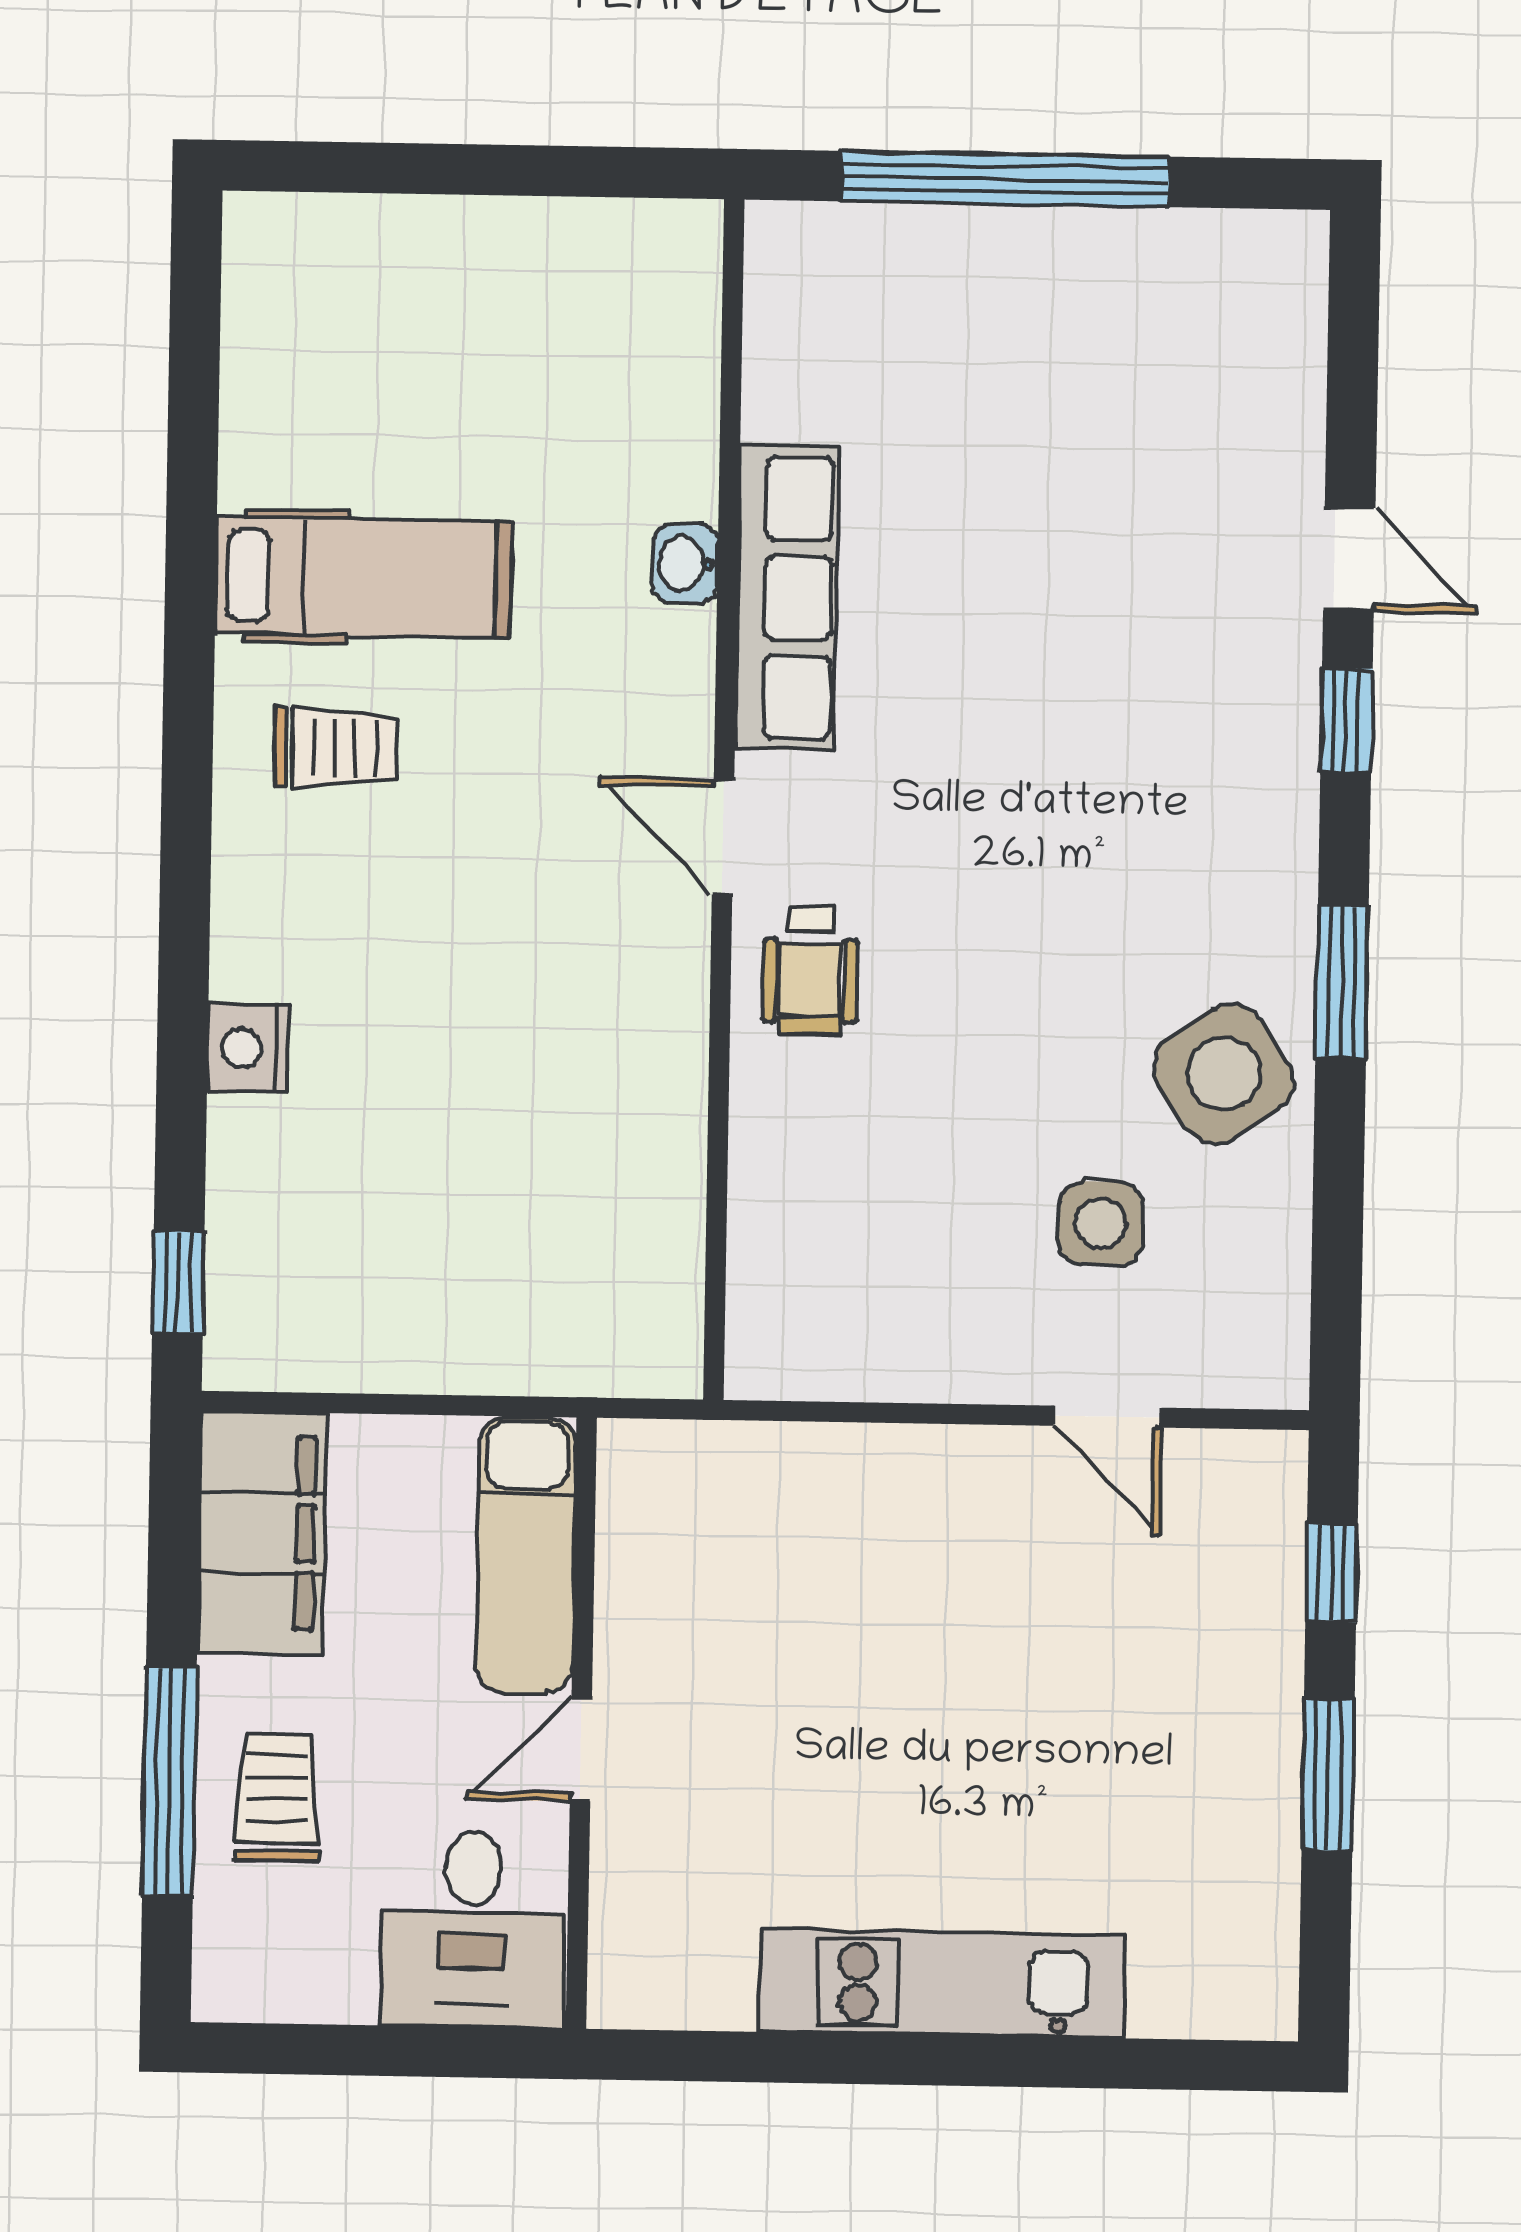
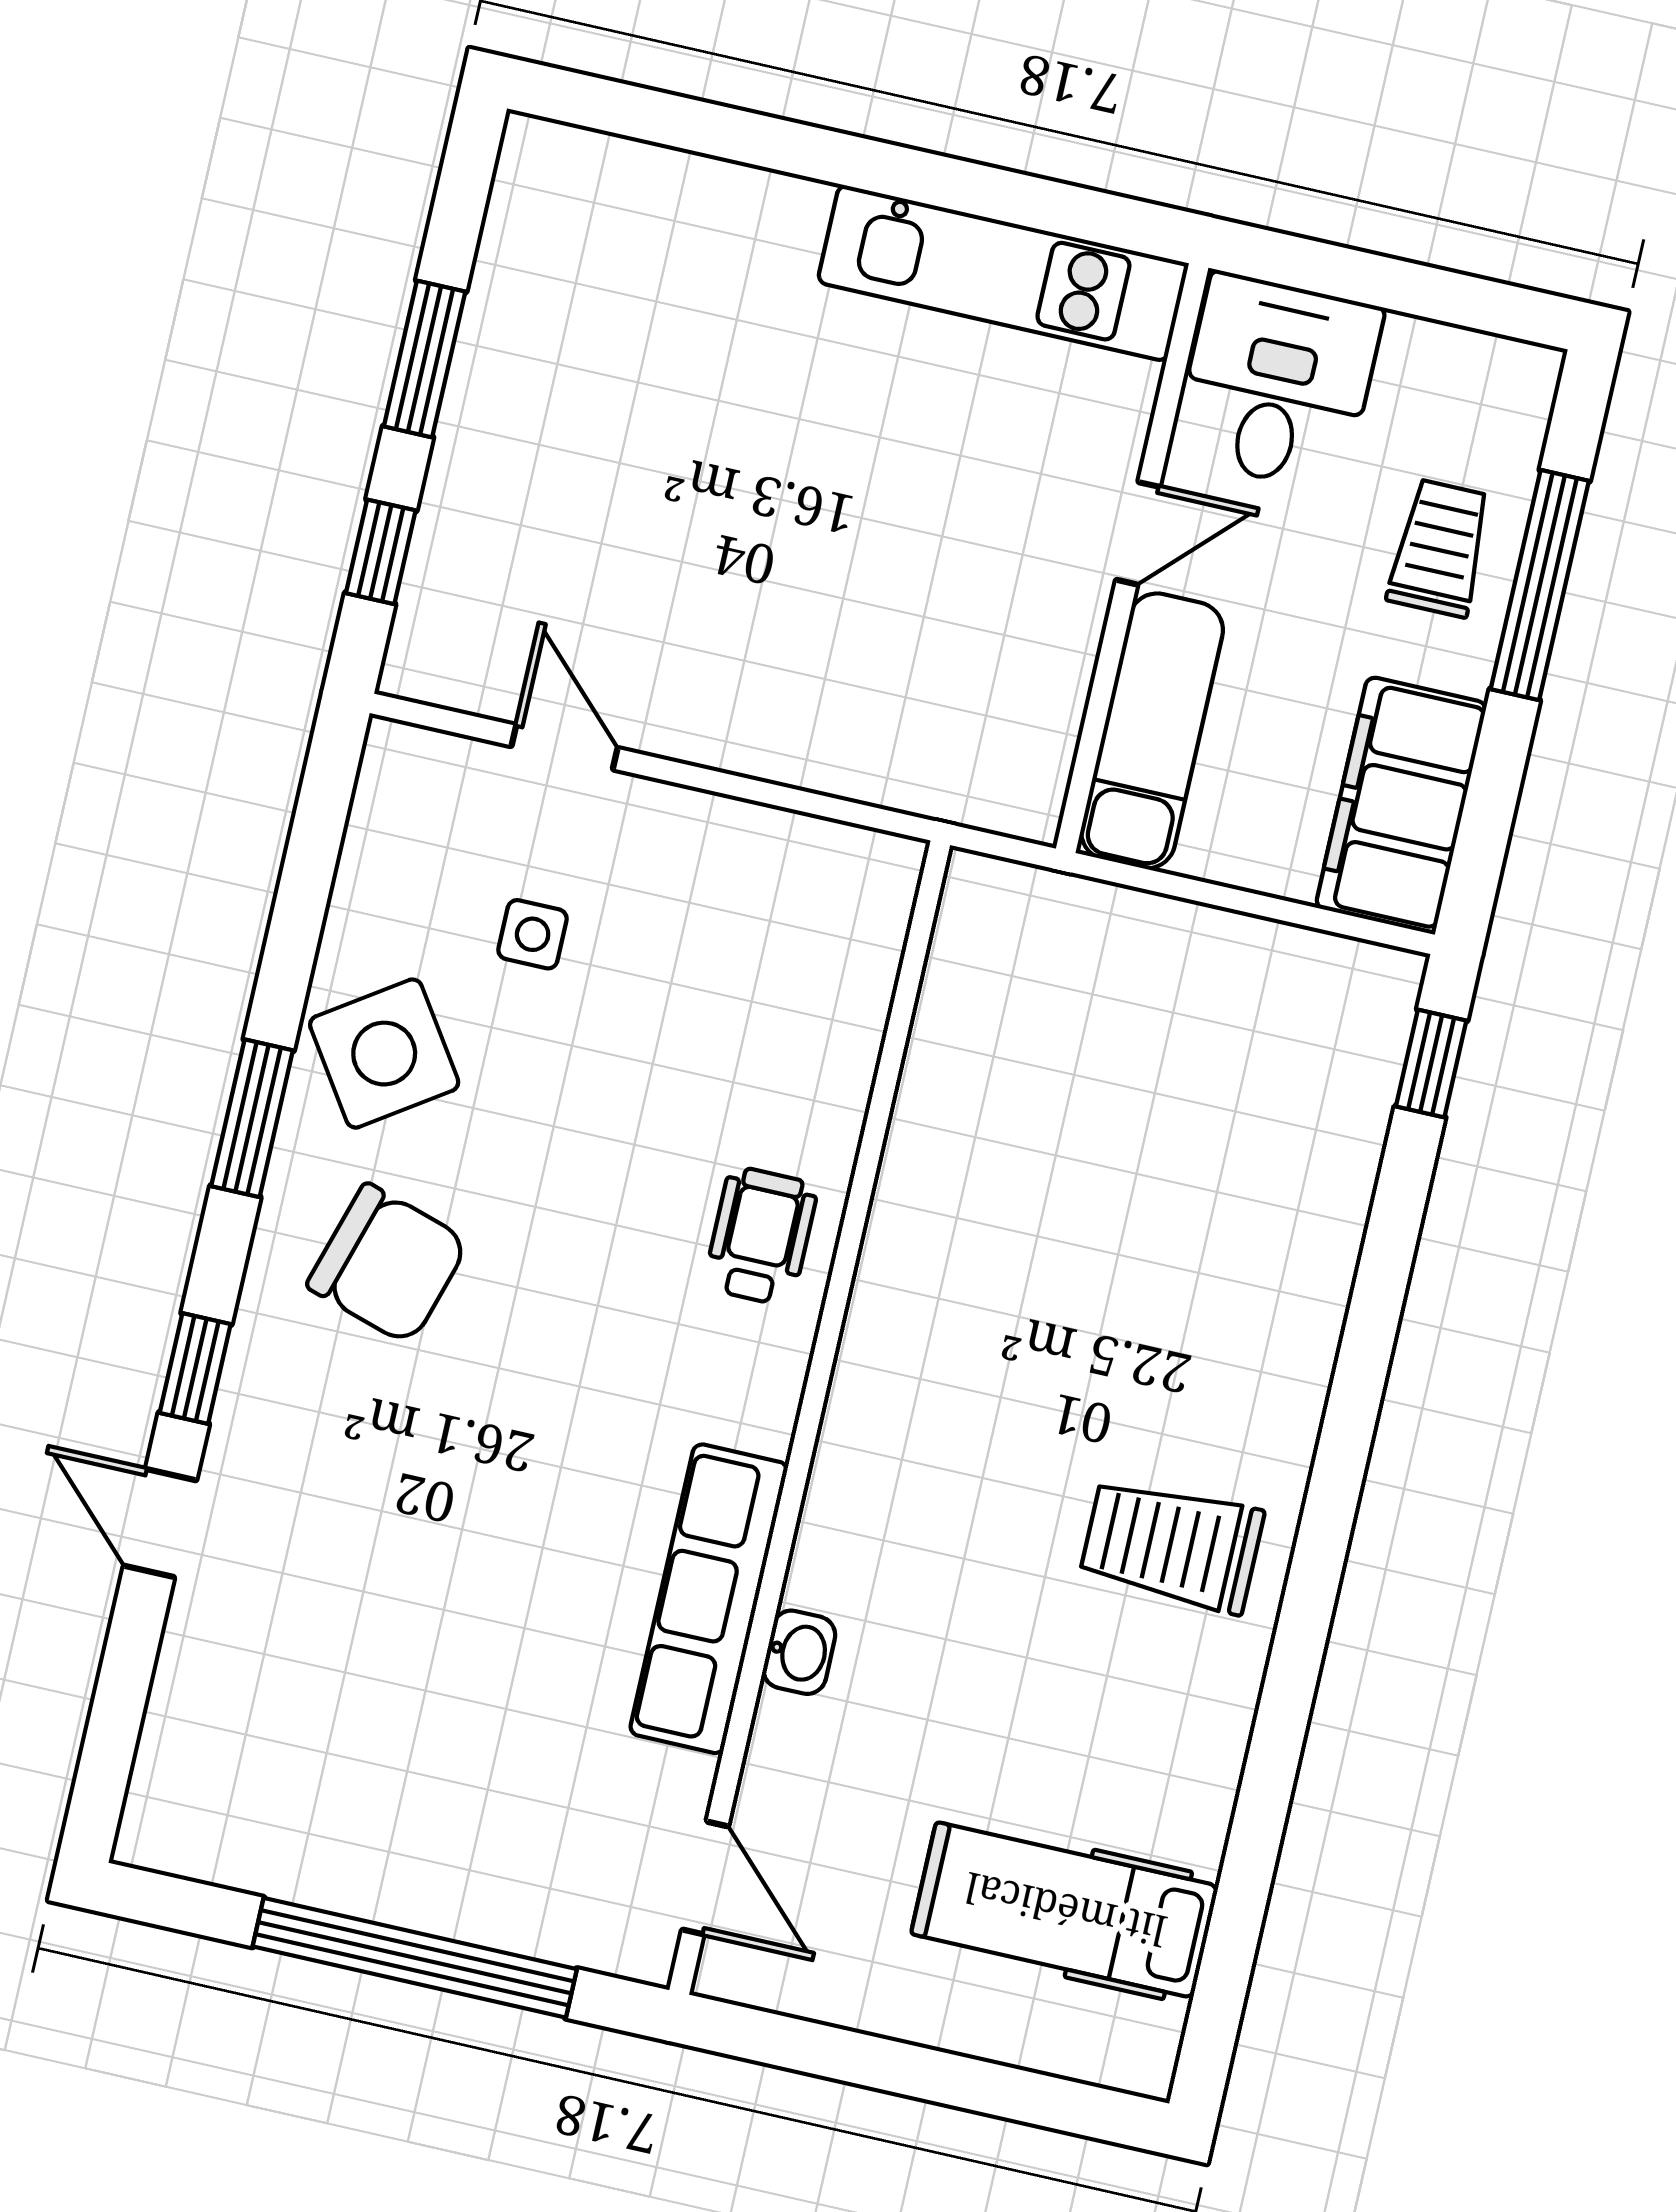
hospital bed: (363, 577) -> (1065, 1910), moved
trolley: (336, 748) -> (1172, 1545), width x1.36, depth x1.39
door: (723, 837) -> (705, 1878), moved
chair: (1176, 865) -> (388, 1264), added
nightstand: (248, 1048) -> (1317, 1274), removed
side table: (1101, 1223) -> (533, 934), width x0.73, depth x0.73
trolley: (277, 1797) -> (1440, 548), turned 180
kitchen unit: (942, 1984) -> (1003, 273), moved

